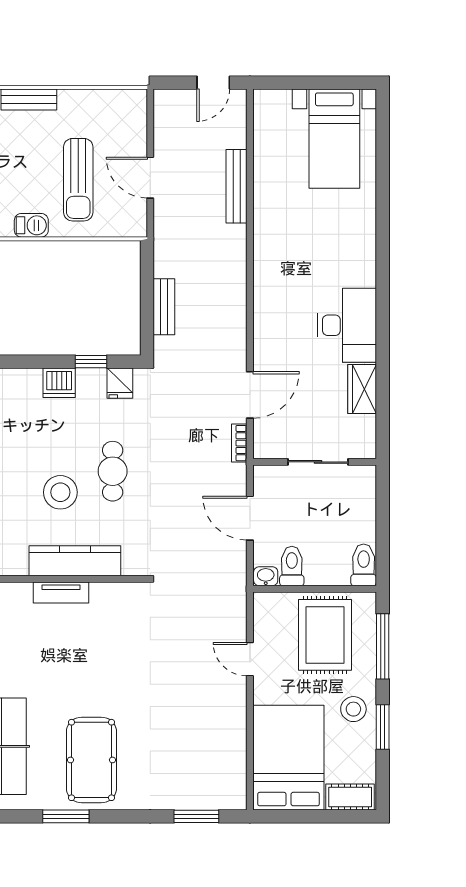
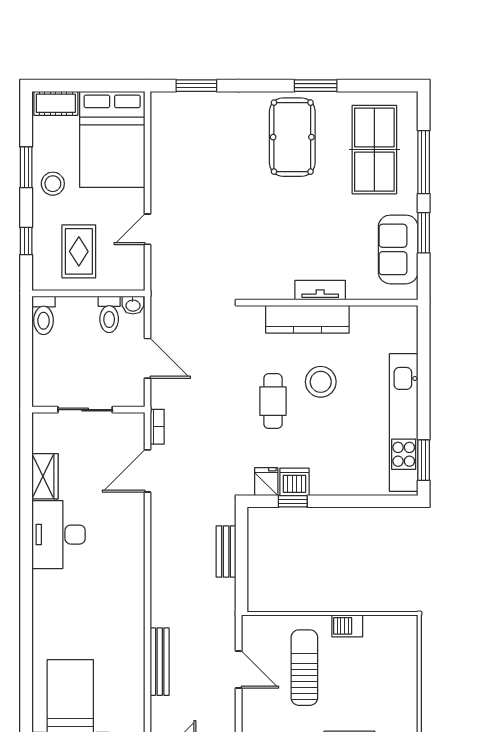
dishwasher: (59, 383) -> (294, 482), moved
rug: (325, 635) -> (79, 251), width x0.73, depth x0.70
window: (383, 646) -> (26, 241), width x0.46
door: (250, 659) -> (147, 229), swing flipped

